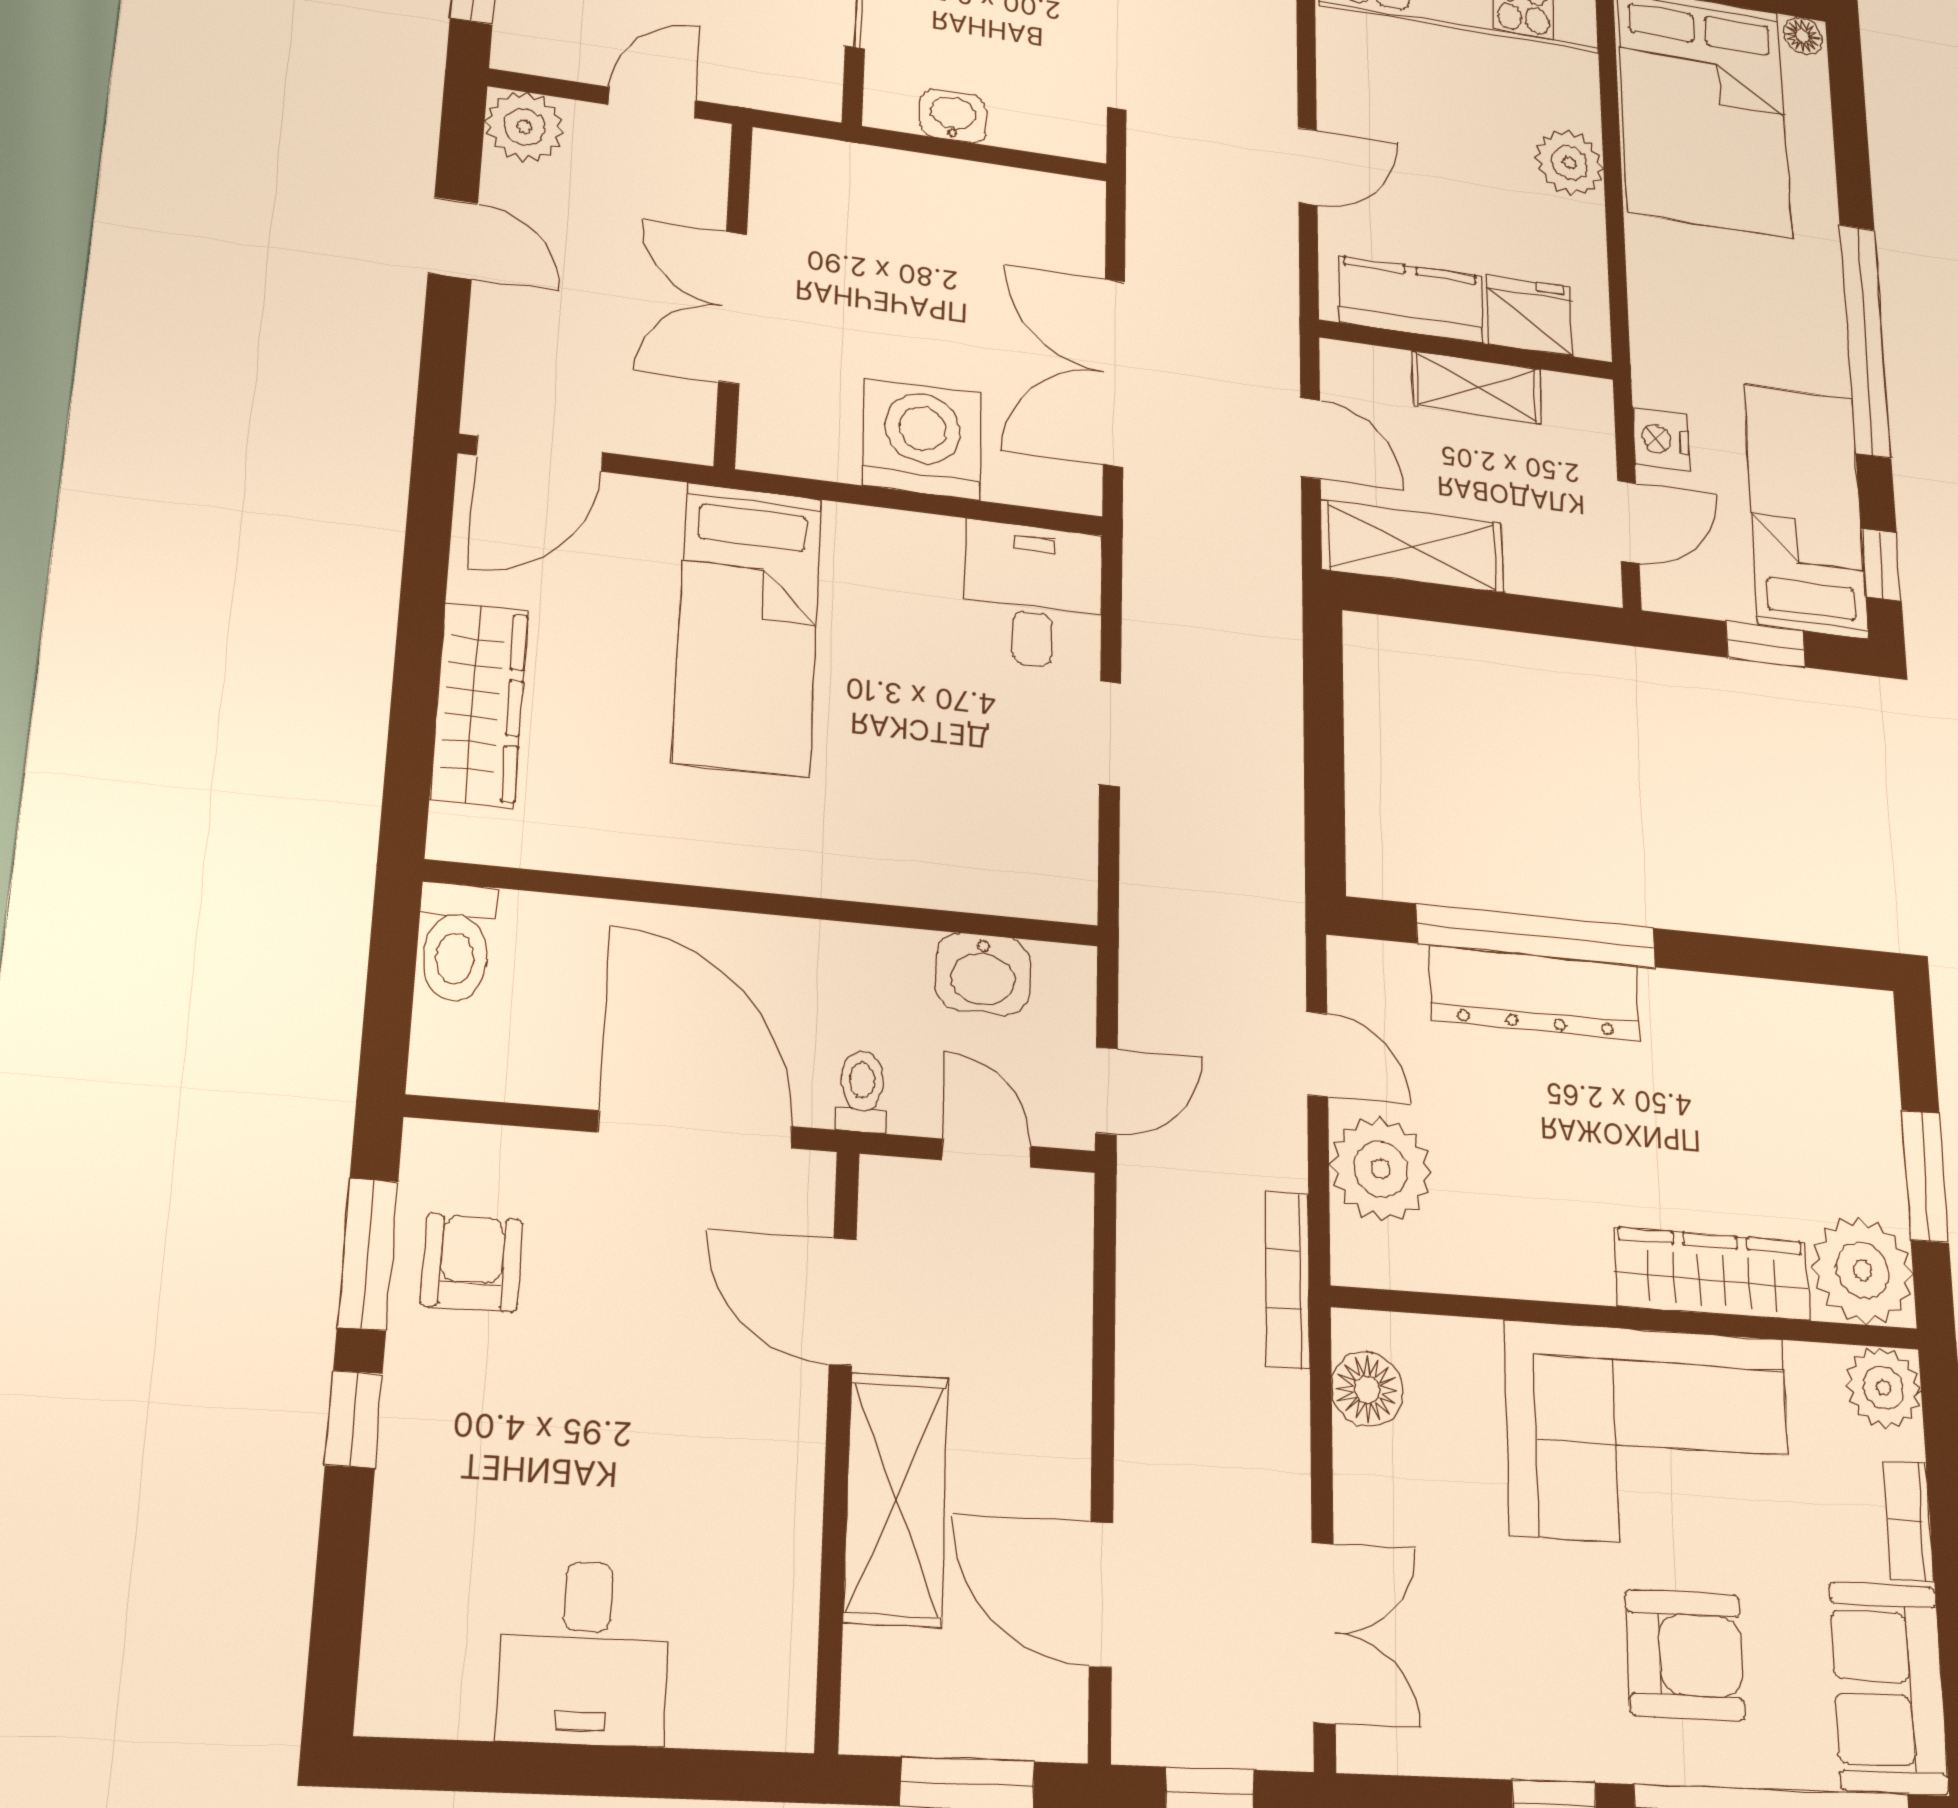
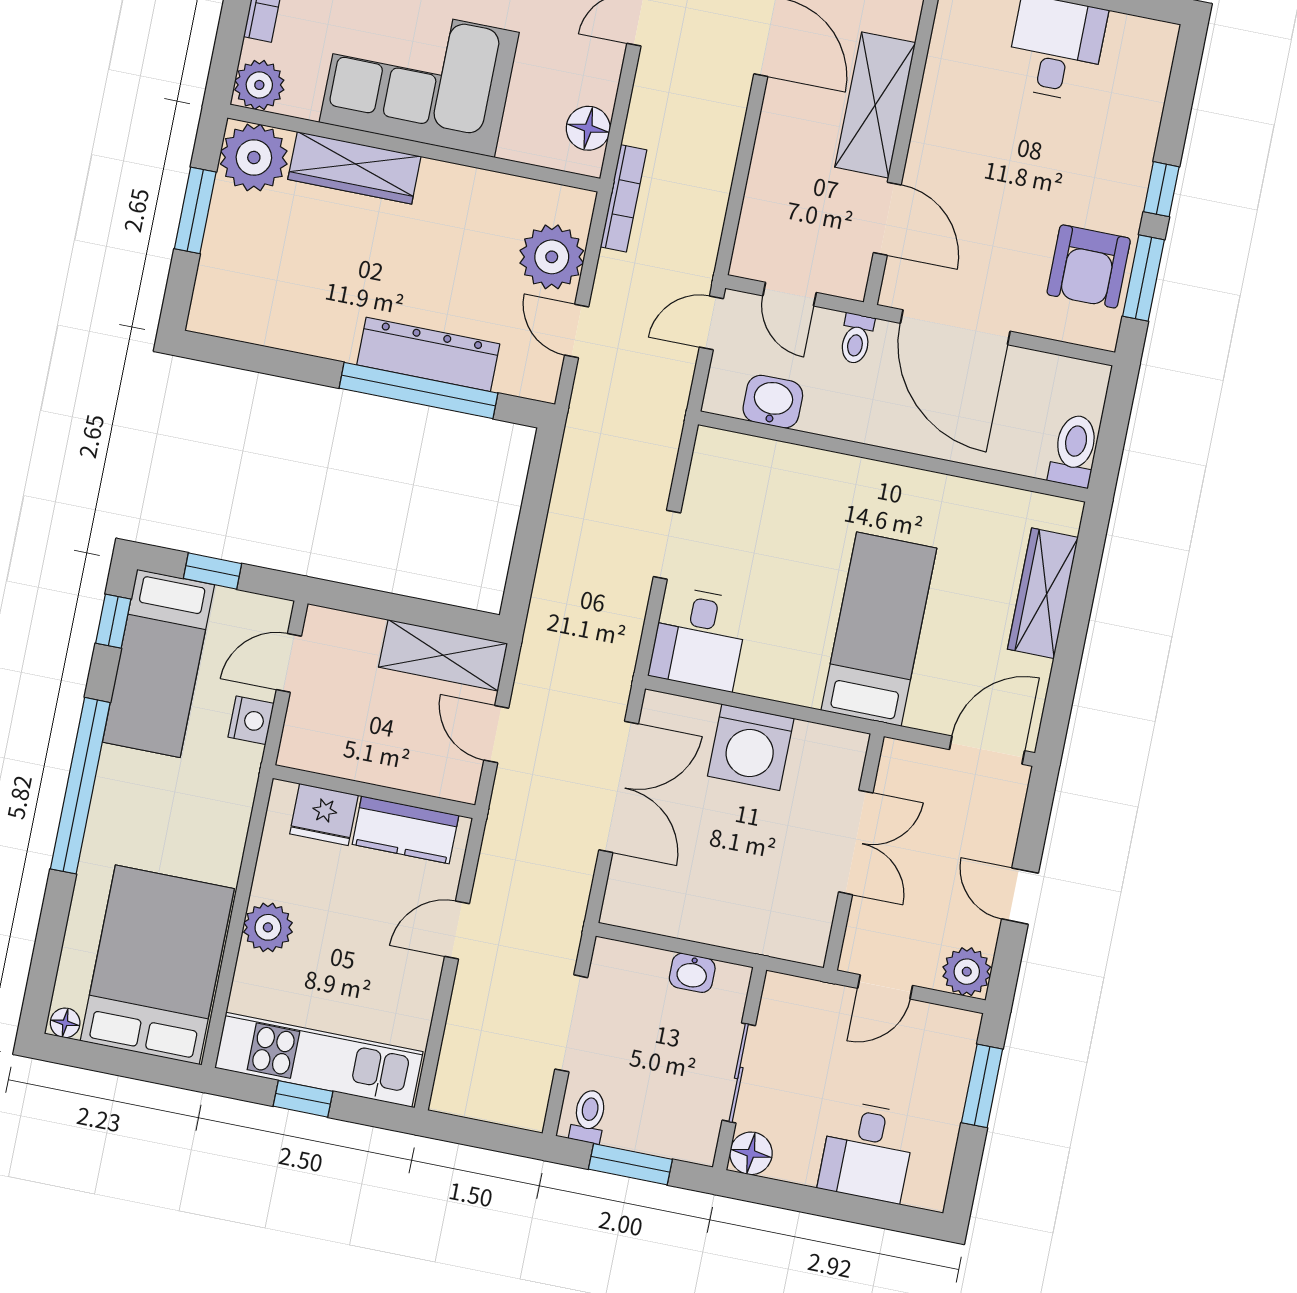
shelving: (1477, 387) -> (373, 764), removed
armchair: (472, 1262) -> (1089, 266), width x1.38, depth x1.38

